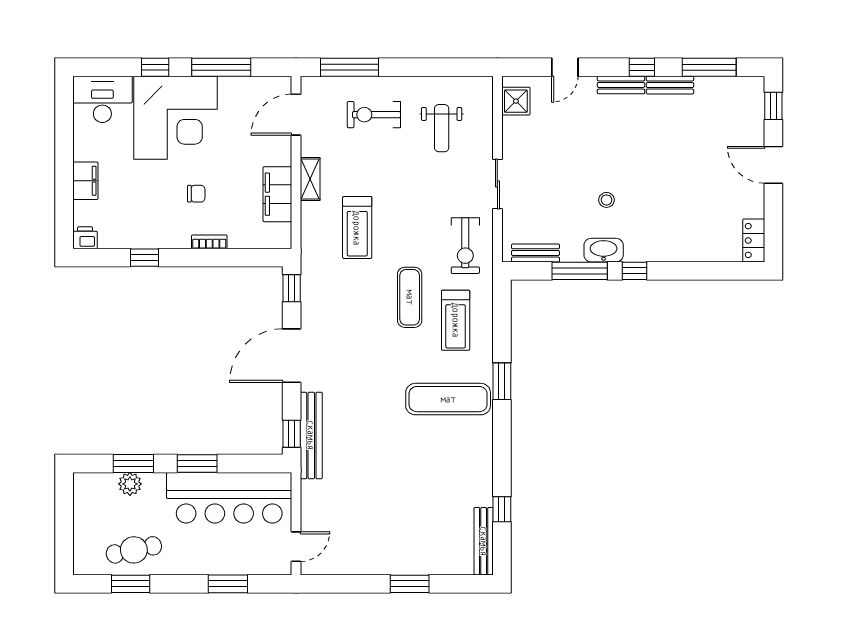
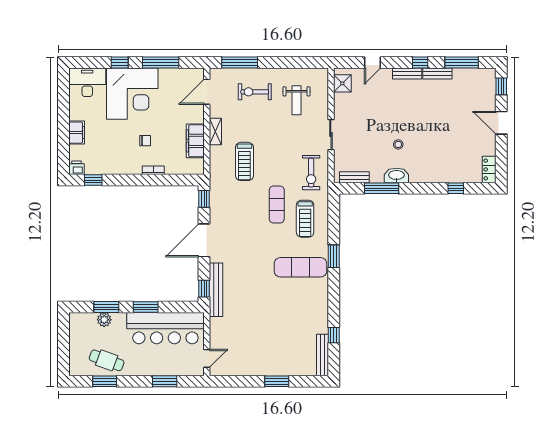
window: (145, 258) -> (93, 180), moved
window: (635, 271) -> (456, 188), moved
cafe table: (134, 550) -> (107, 360), turned 32

